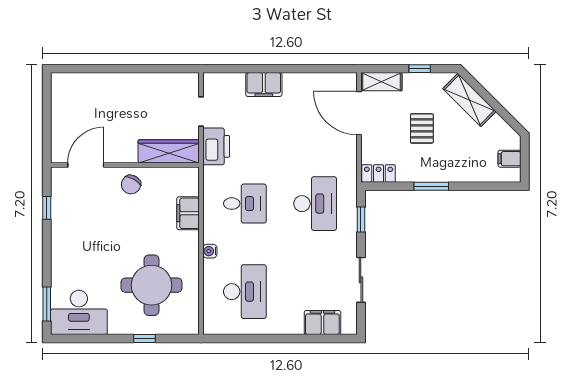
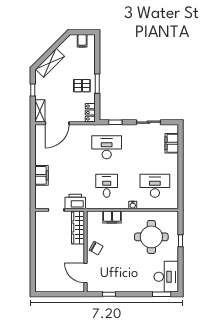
pallet: (422, 128) -> (82, 86), moved

